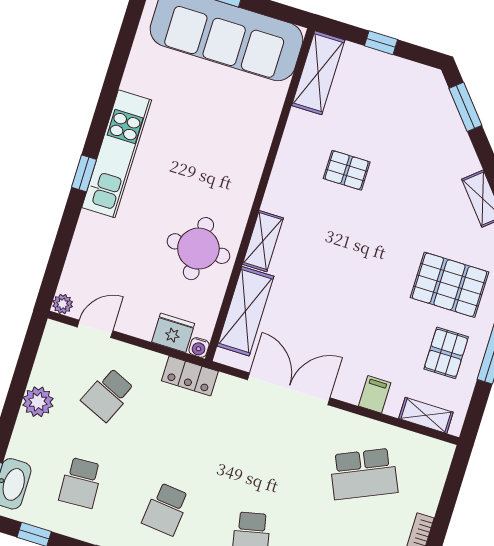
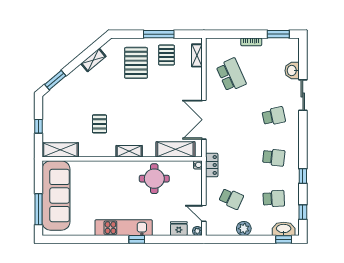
shelving: (263, 241) -> (129, 151), moved
fridge: (173, 333) -> (179, 229), moved, turned 90
pallet: (446, 353) -> (166, 55), turned 90
filing cabinet: (375, 394) -> (195, 81), removed

